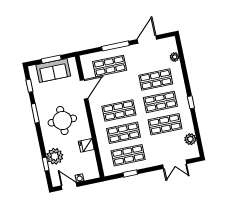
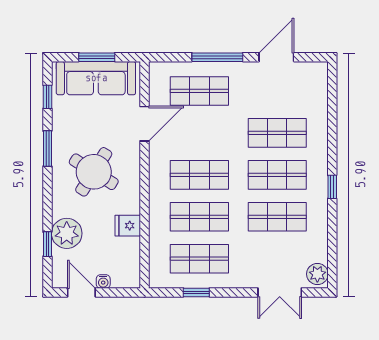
plant: (175, 57) -> (320, 99), removed
sofa: (53, 70) -> (96, 78), width x1.36
round table: (62, 121) -> (94, 172), turned 32
plant: (190, 139) -> (317, 274), moved

